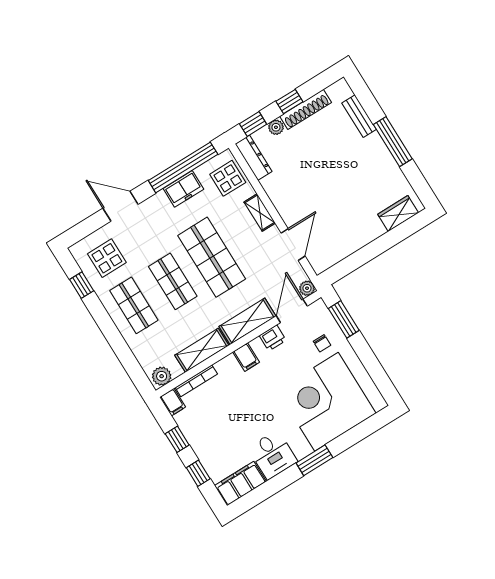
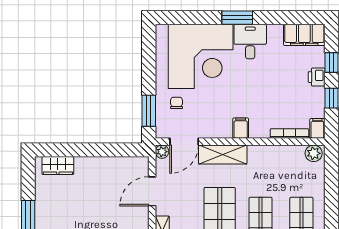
printer: (273, 338) -> (317, 77), moved, turned -90
shelving: (202, 350) -> (271, 154), removed
desk: (273, 455) -> (250, 42), moved

